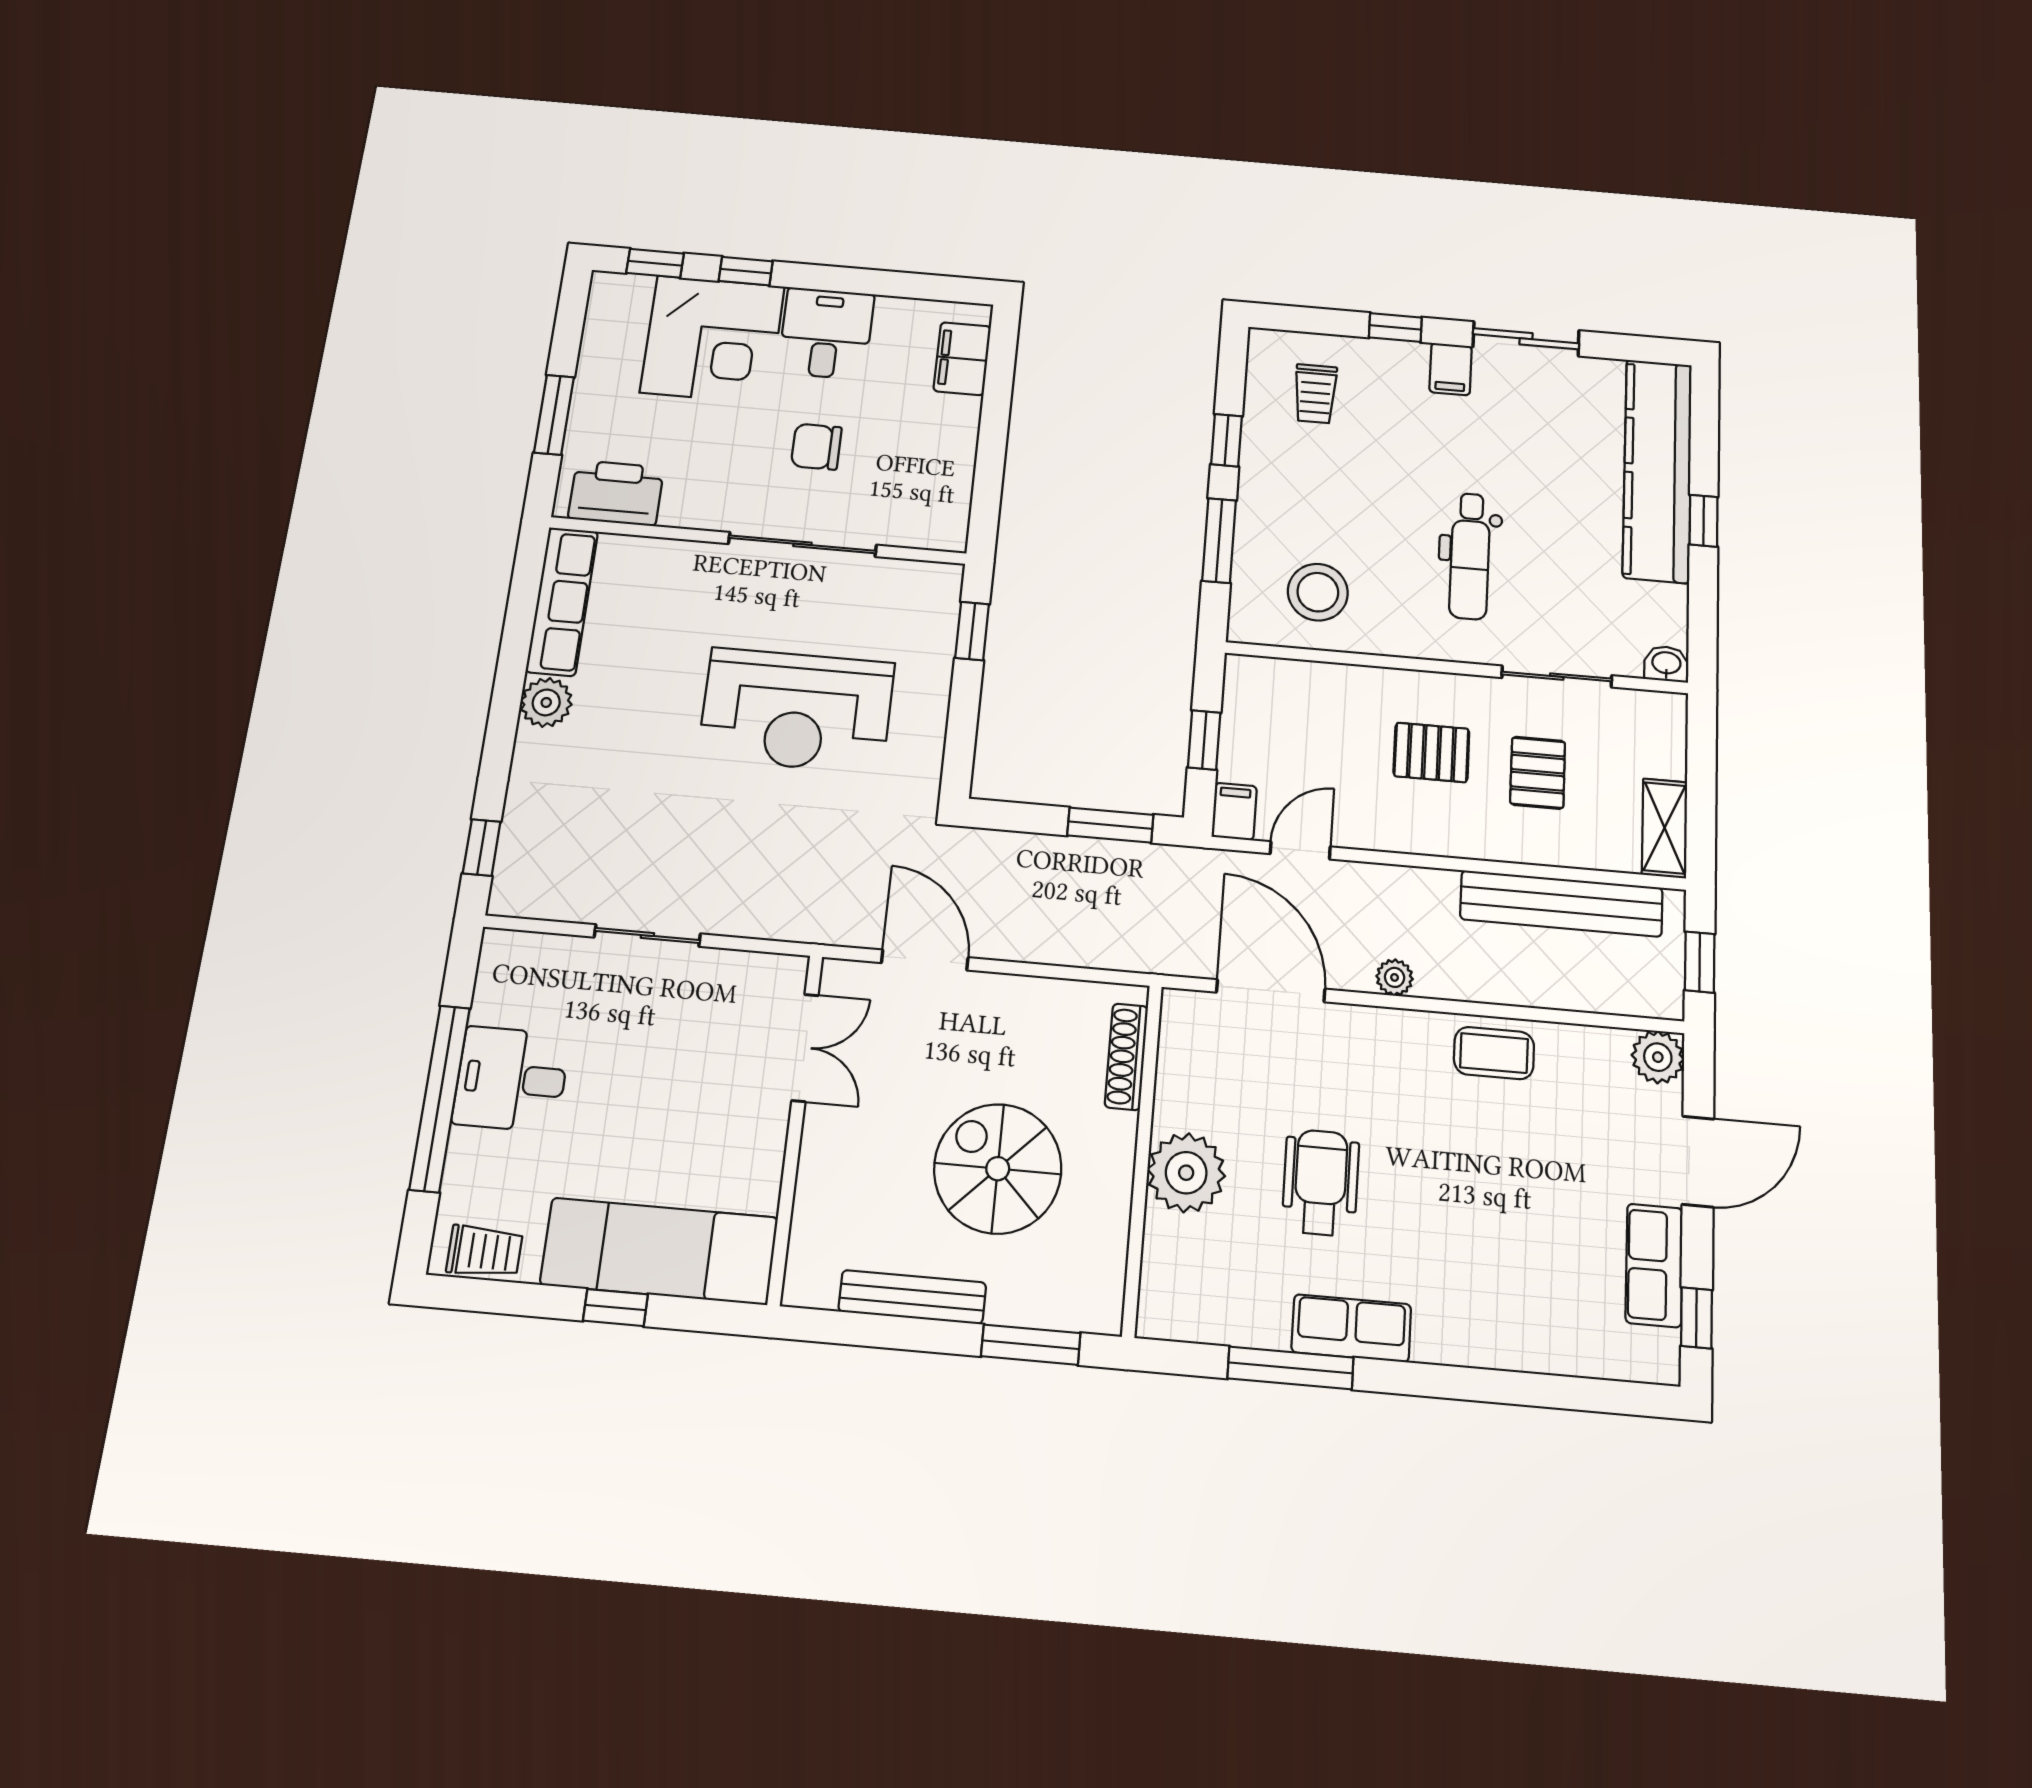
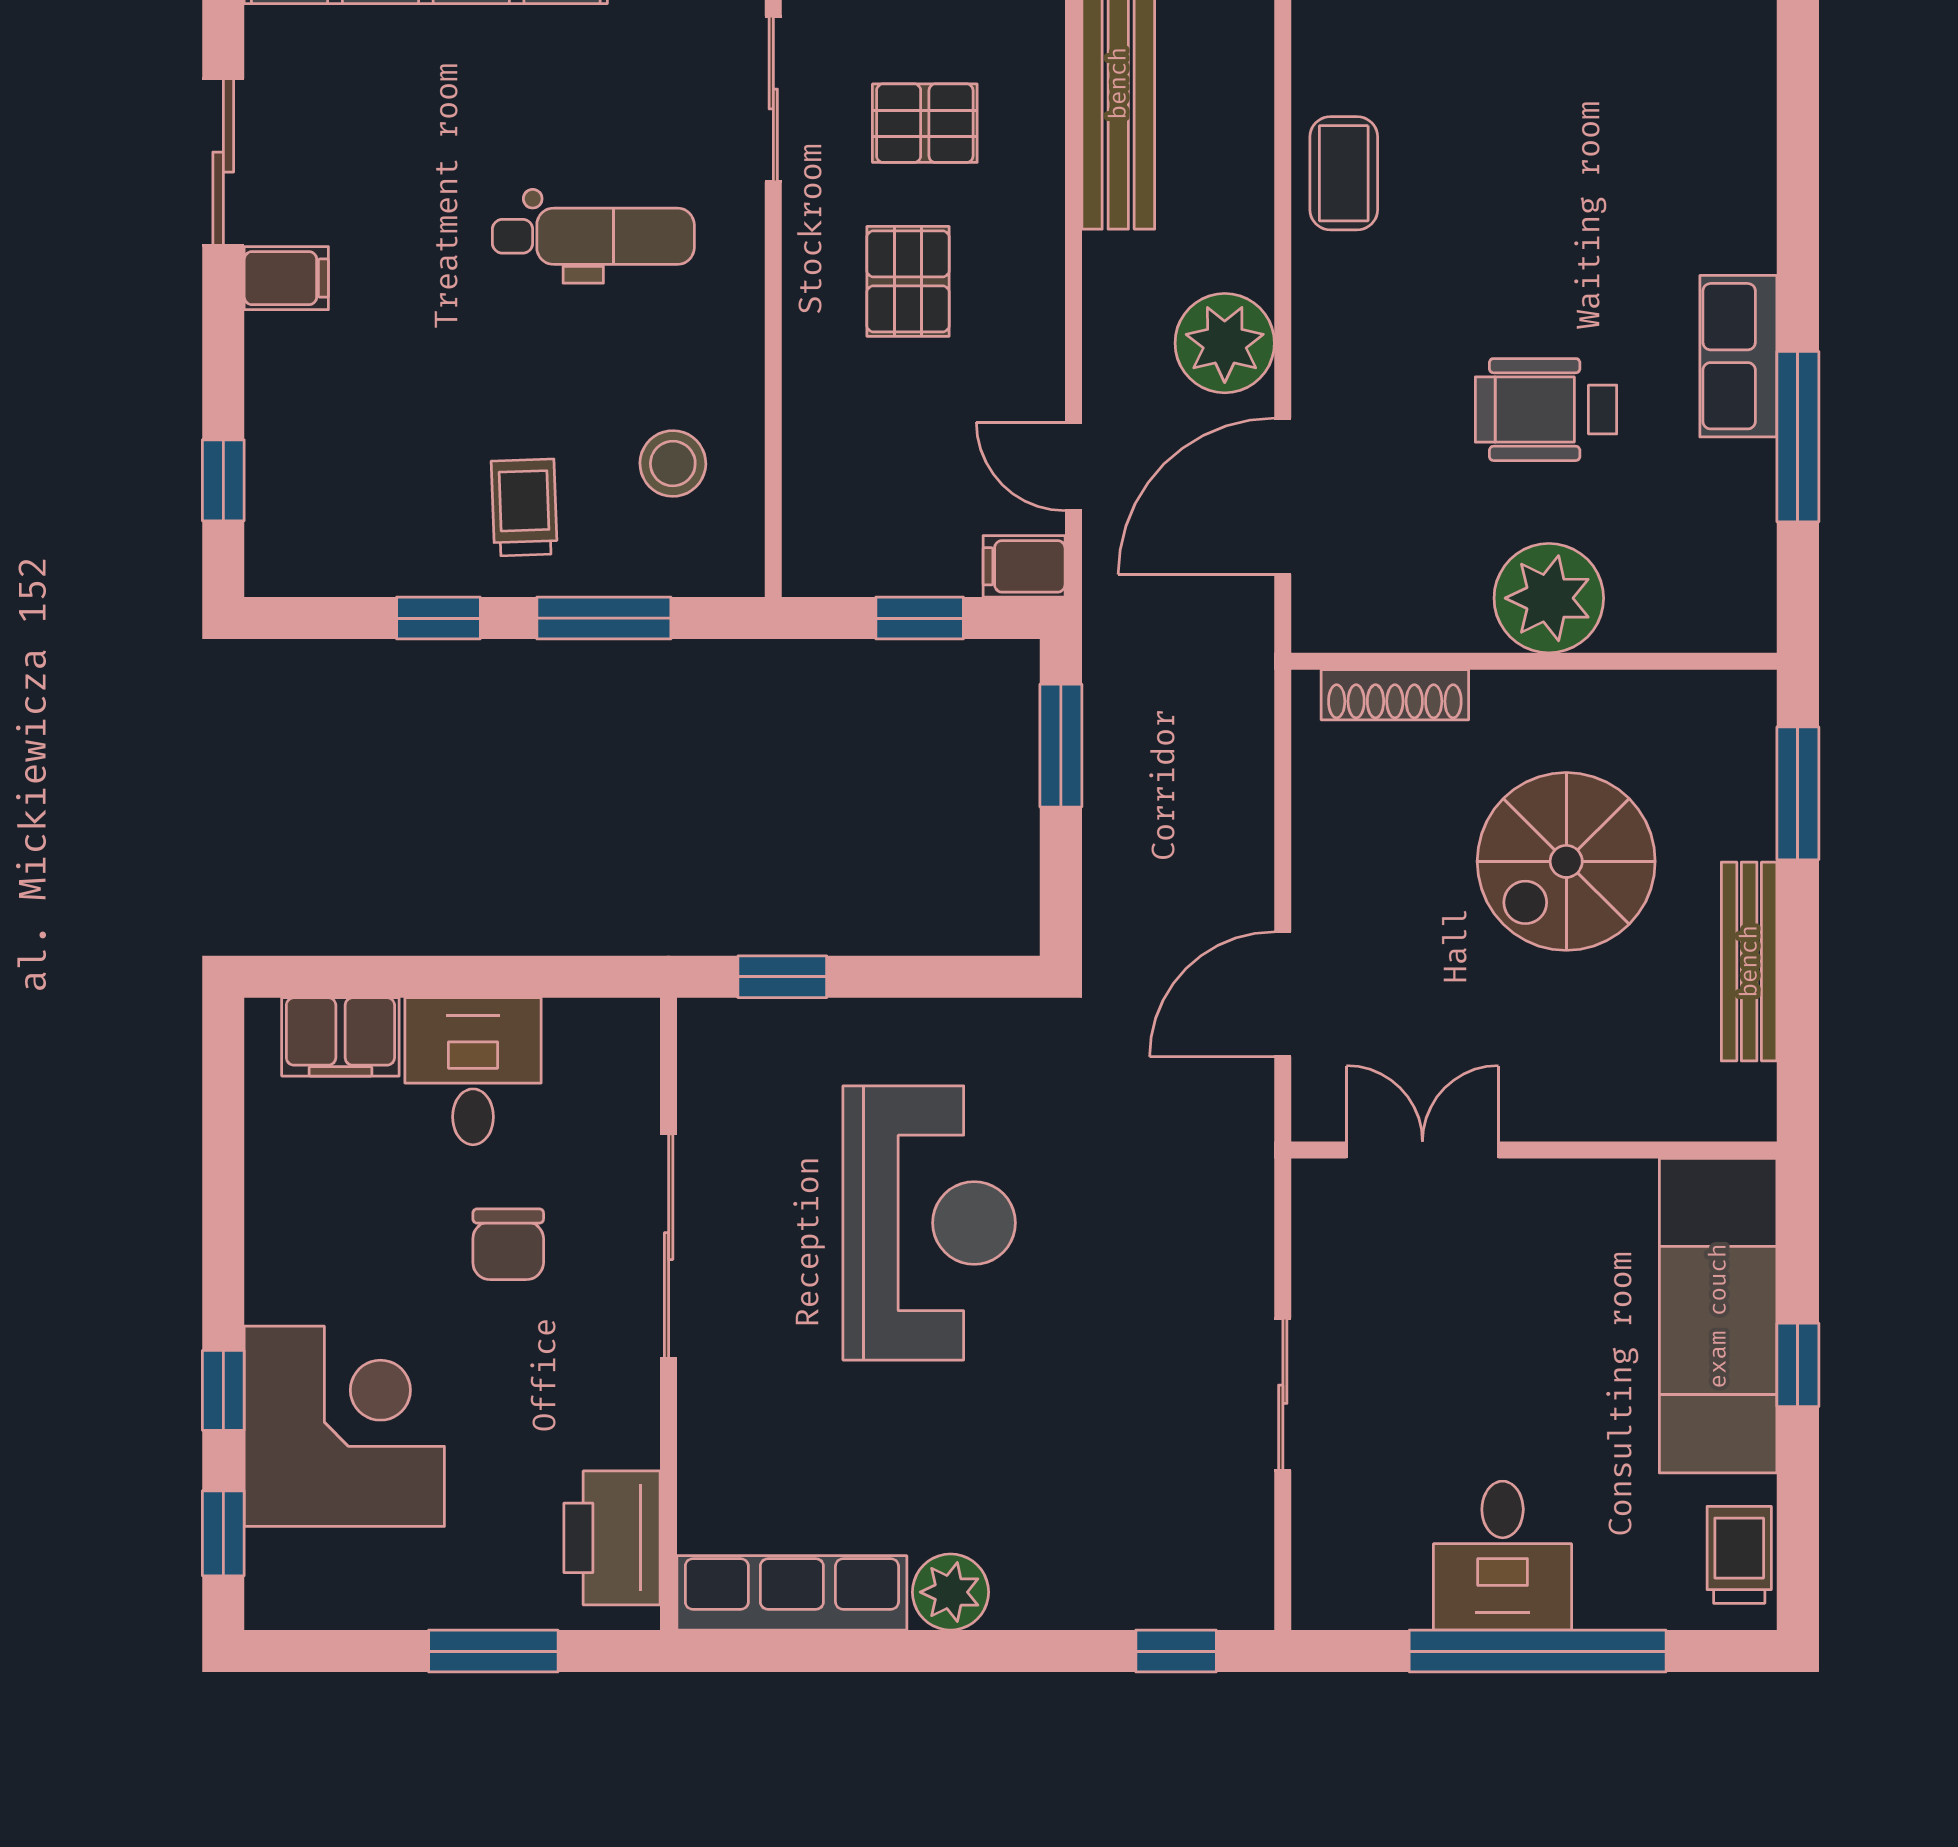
window: (1395, 327) -> (223, 480), moved
desk: (826, 333) -> (473, 1071), moved, turned 90
trolley: (1315, 394) -> (524, 507), moved, turned -92
stool: (1318, 592) -> (673, 464), width x0.73, depth x0.73
plant: (1395, 977) -> (1225, 343), width x1.88, depth x1.88

